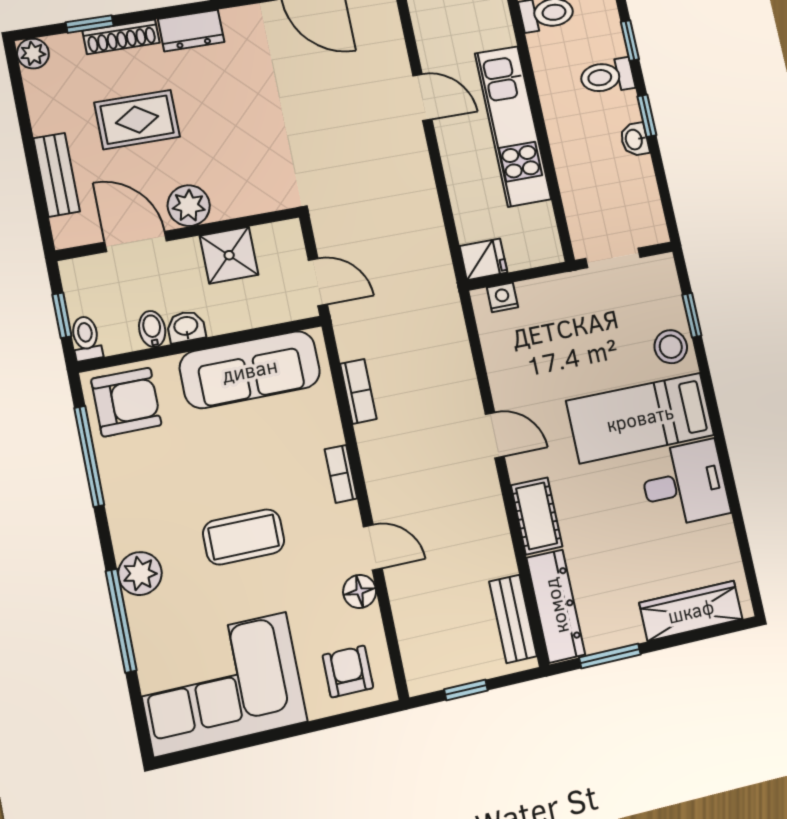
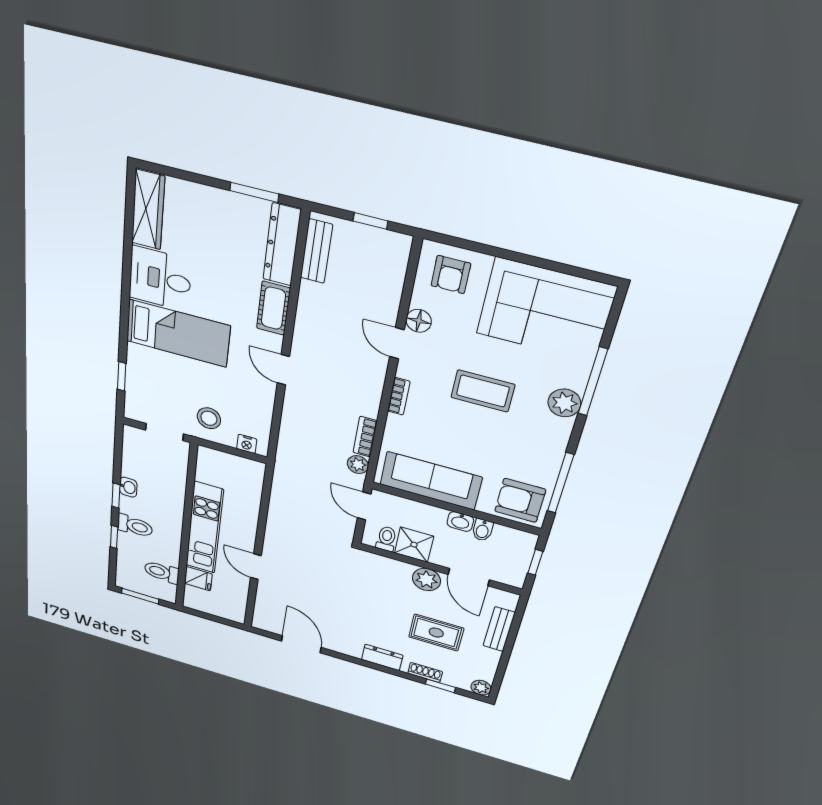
shoe rack: (121, 37) -> (425, 673), width x0.70
fridge: (483, 259) -> (198, 579), moved, turned 180
toilet: (86, 338) -> (386, 539), moved, turned 180
plant: (351, 343) -> (358, 465), added
stool: (671, 347) -> (209, 418), moved
wardrobe: (691, 611) -> (148, 210), moved, turned -90

